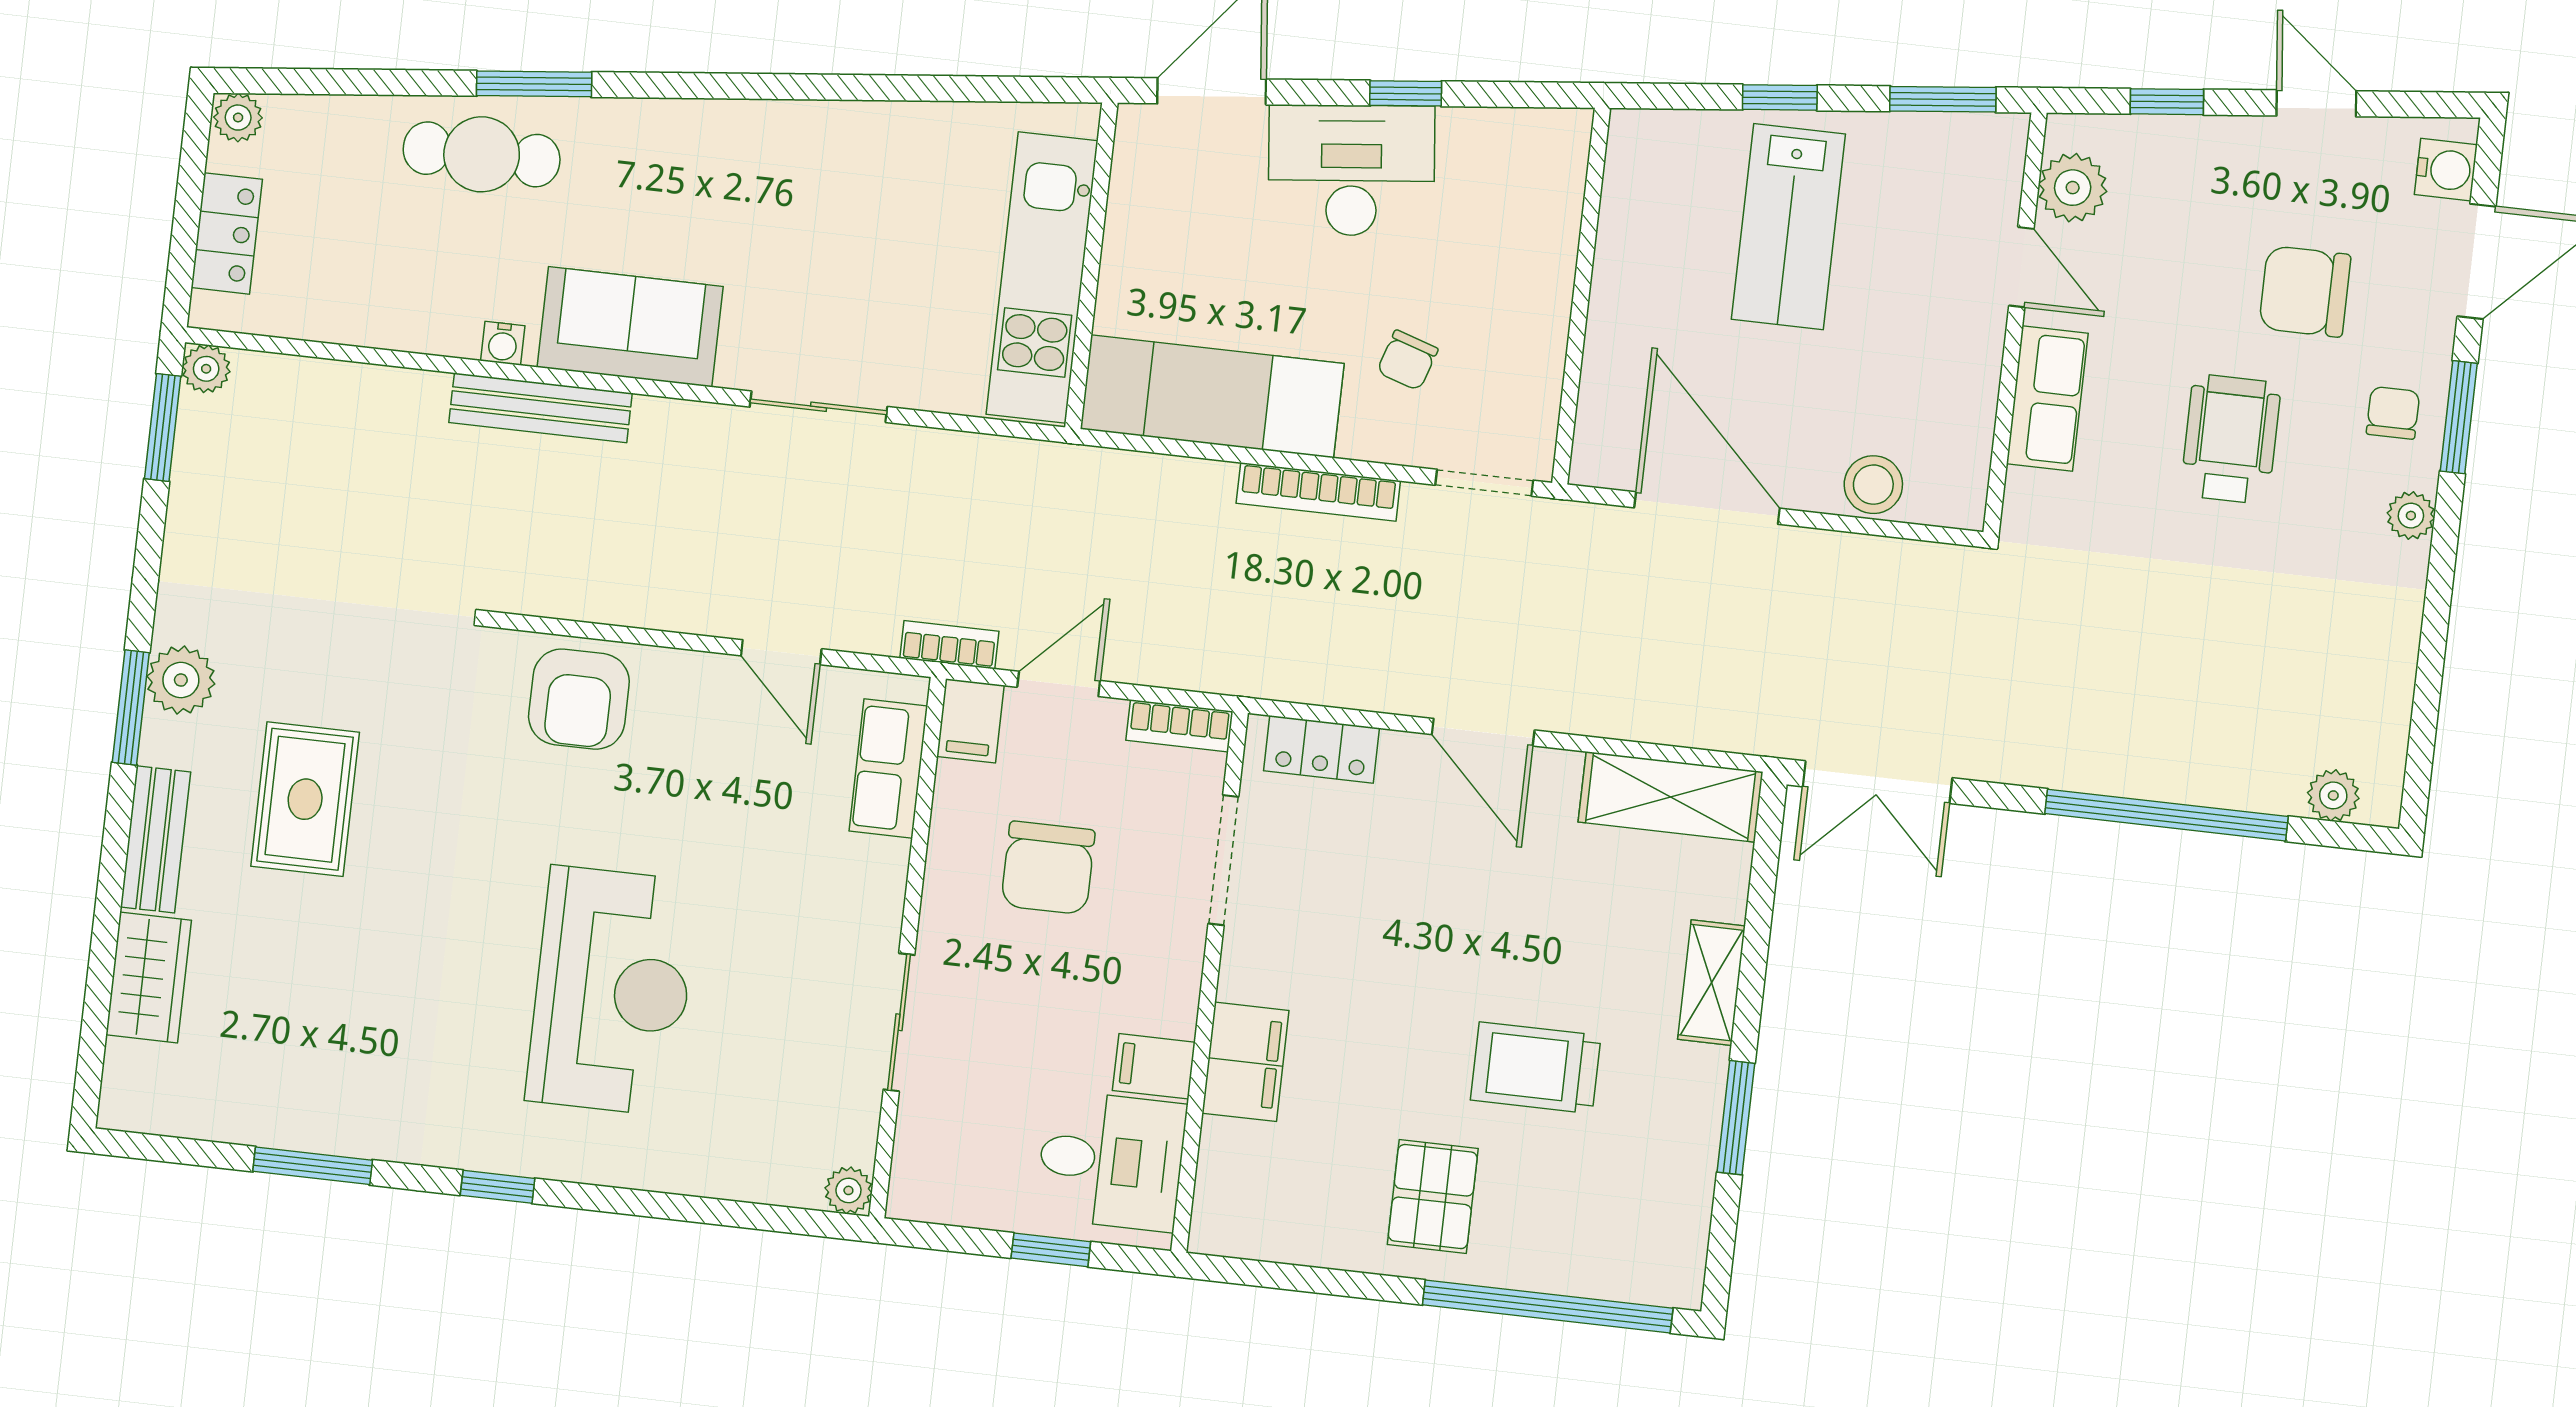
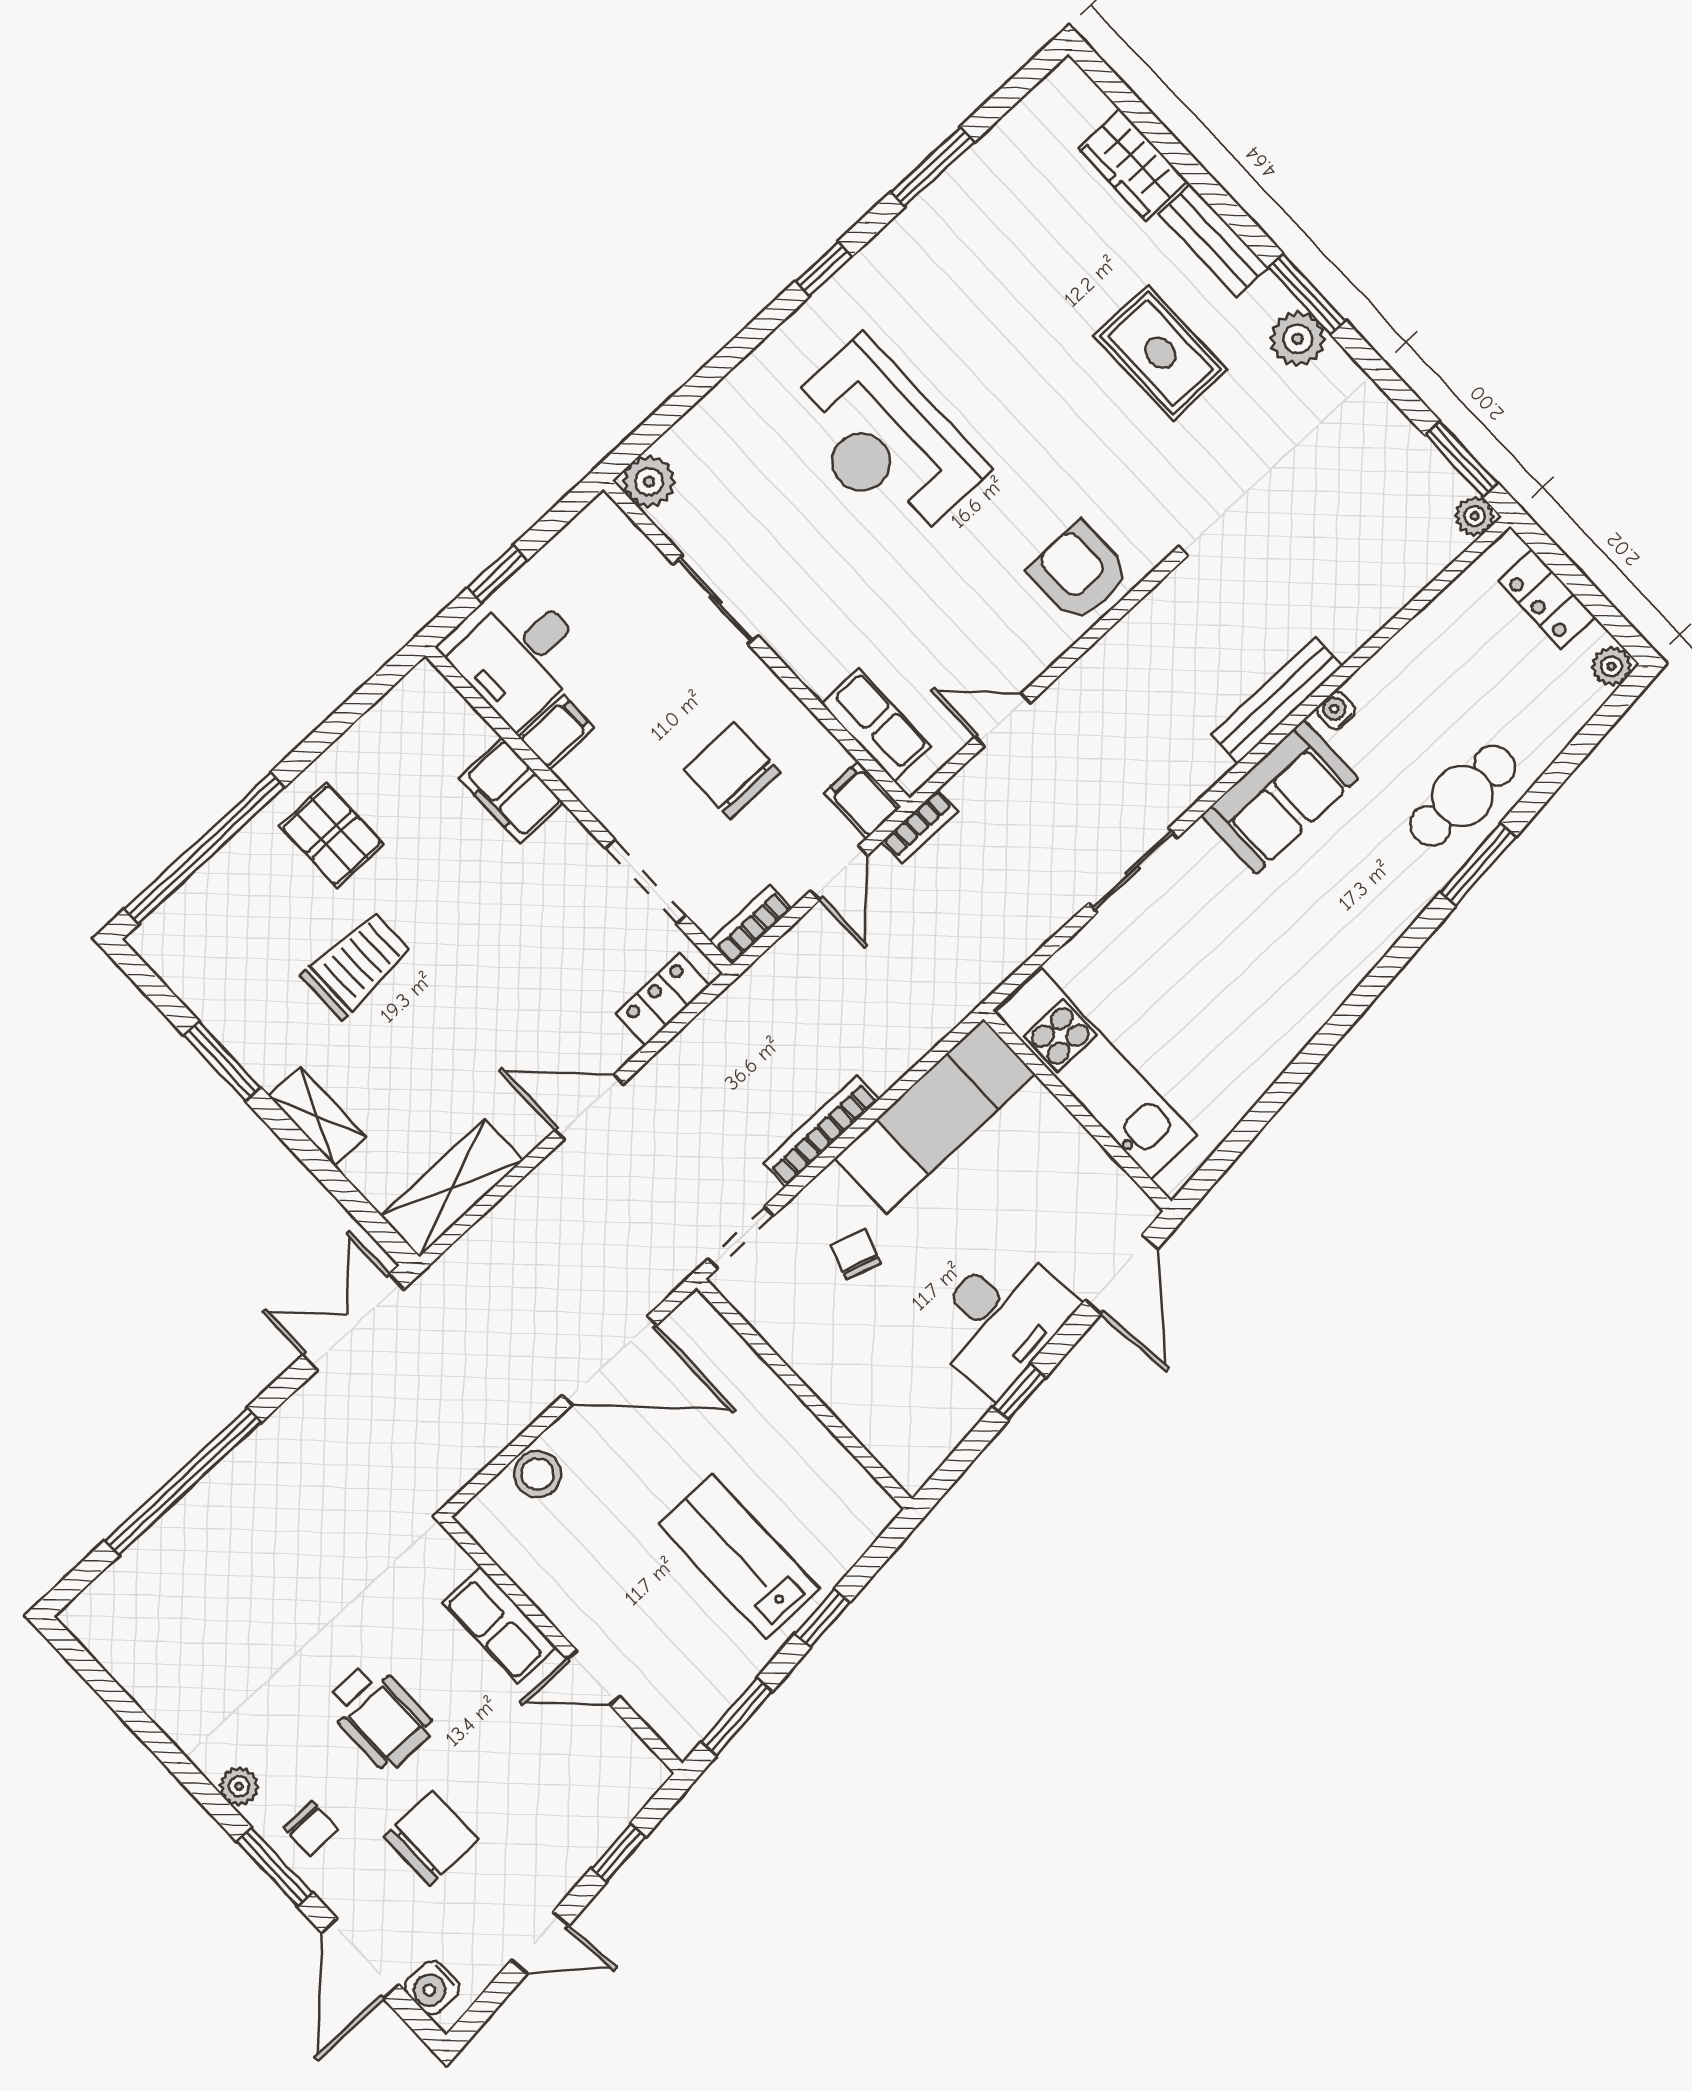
plant: (2073, 188) -> (615, 1750), removed
plant: (2333, 795) -> (108, 1593), removed
plant: (848, 1190) -> (649, 482), width x1.38, depth x1.38

